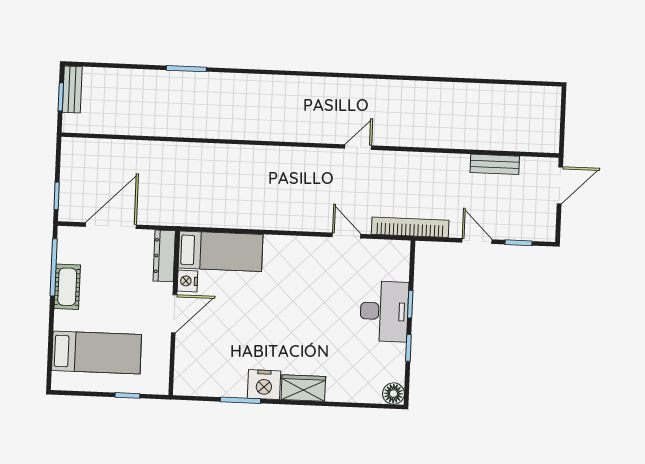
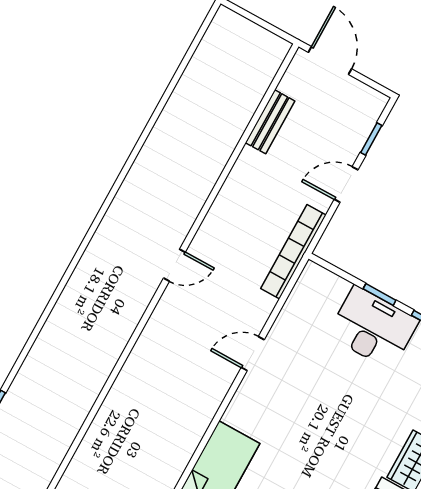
door: (358, 147) -> (174, 265), swing flipped
door: (347, 236) -> (253, 354), moved

